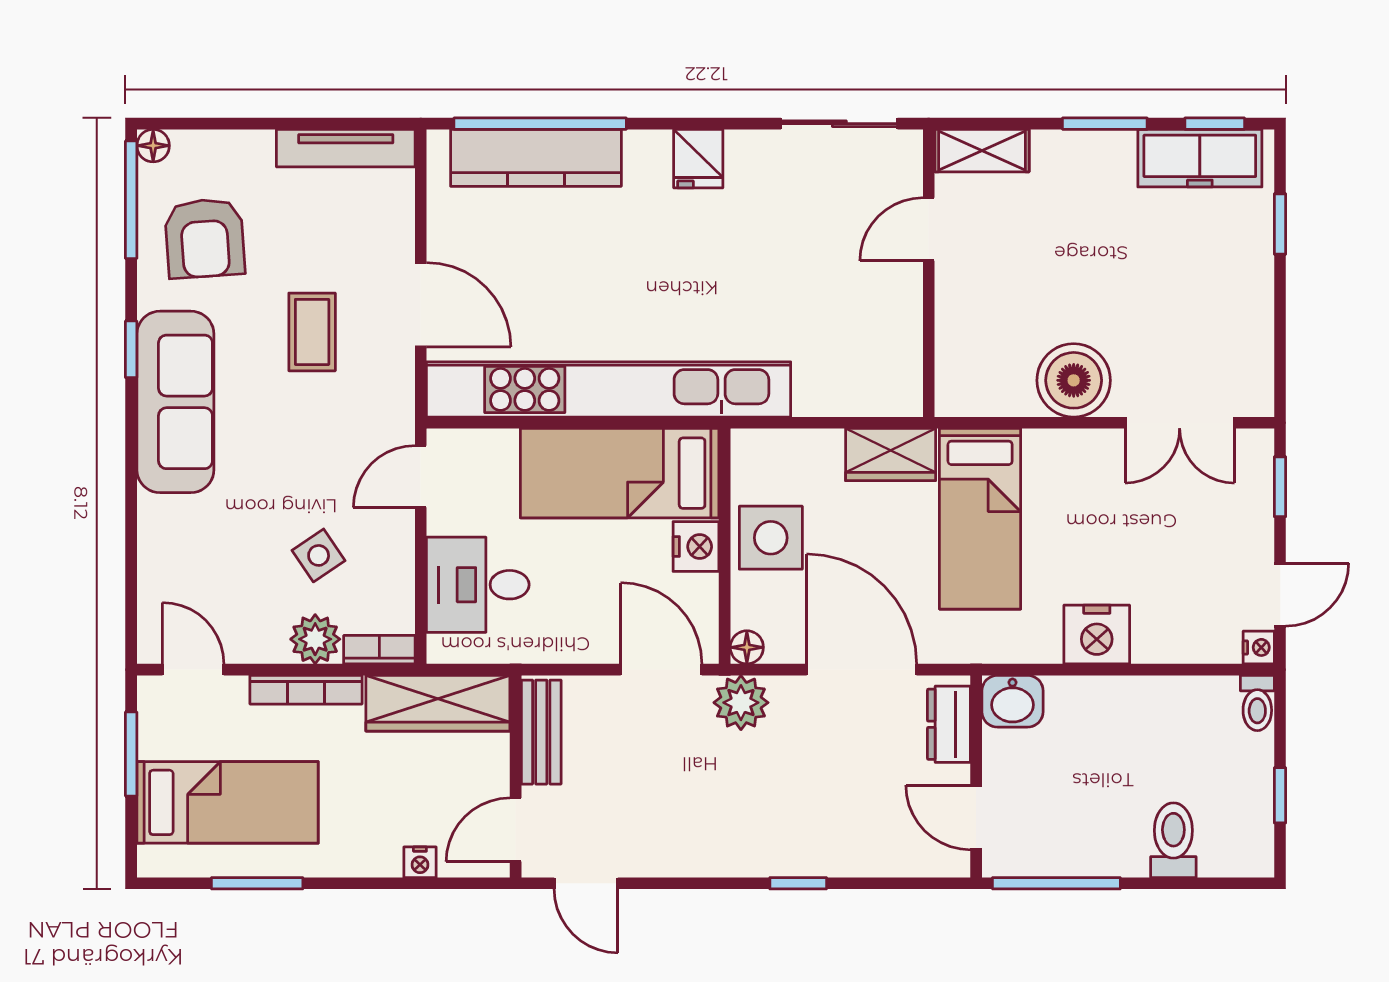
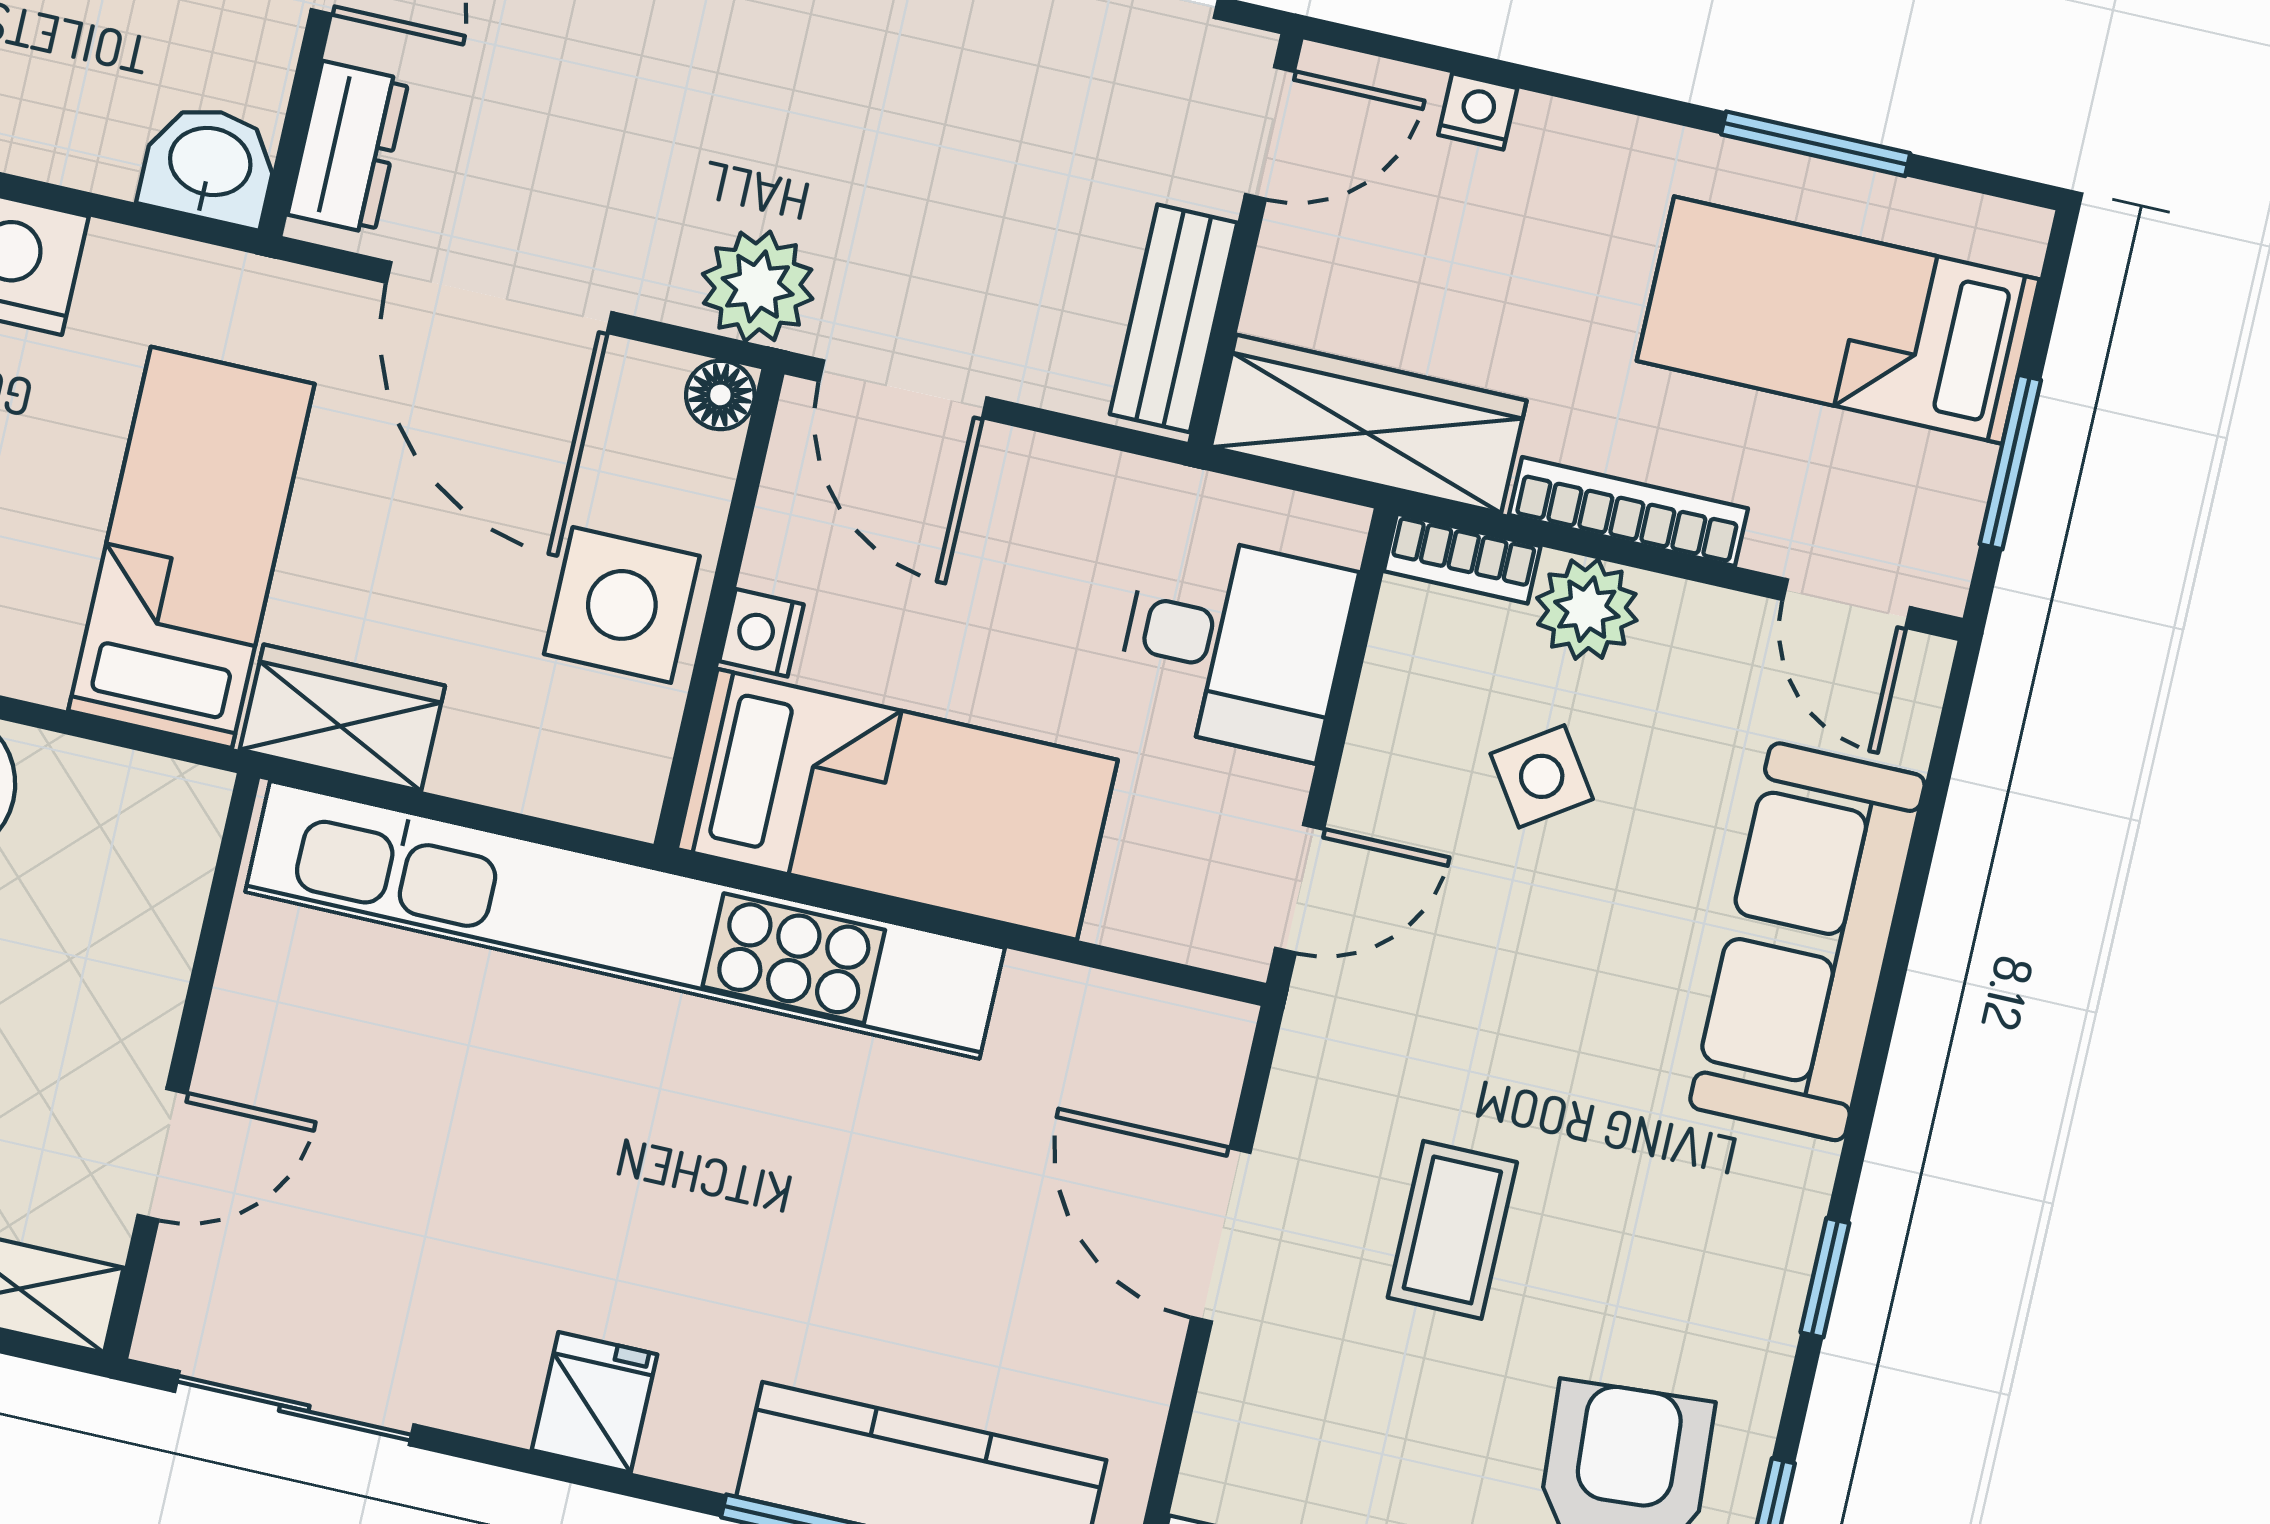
kitchen unit: (609, 389) -> (625, 920), moved
sofa: (175, 402) -> (1807, 942), moved
nightstand: (696, 547) -> (762, 633), width x0.72, depth x0.74

